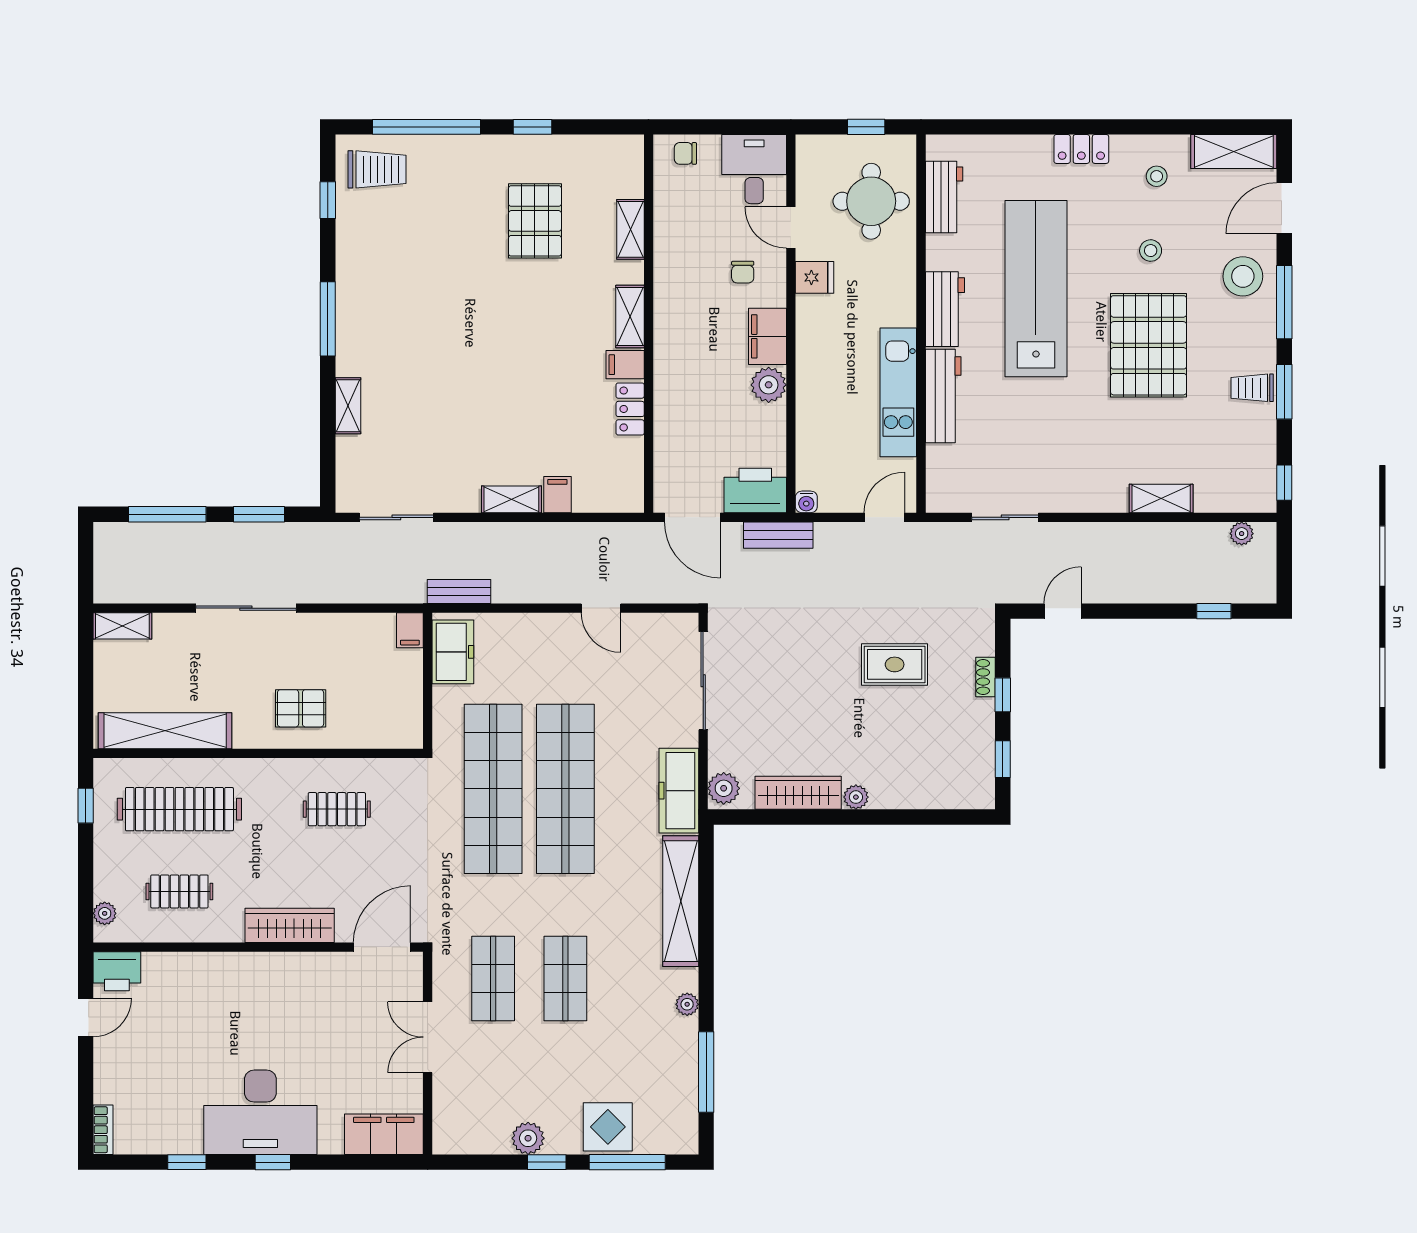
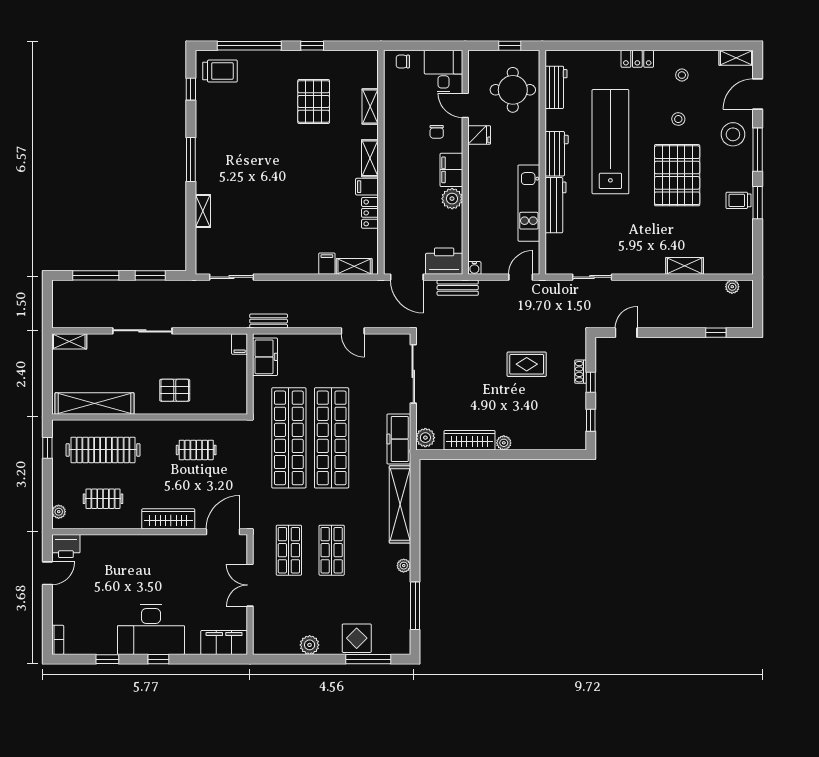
shelving: (1234, 152) -> (736, 58), width x0.67, depth x0.75
window: (1284, 483) -> (758, 257), removed
shelving: (511, 499) -> (354, 266), moved
window: (547, 1162) -> (321, 659), removed

